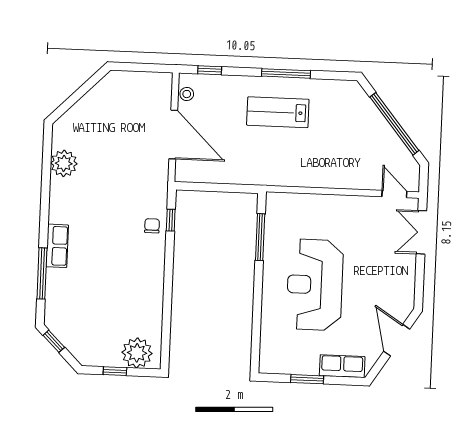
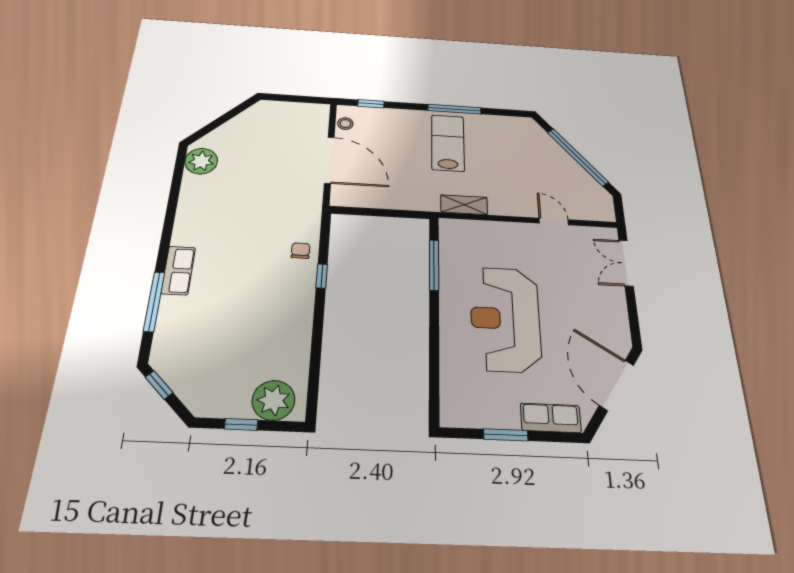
lab bench: (278, 112) -> (448, 143), turned 90
plant: (64, 163) -> (201, 161), moved
shelving: (288, 178) -> (464, 205), added
door: (394, 194) -> (554, 221), moved
window: (171, 220) -> (322, 276), moved
door: (397, 340) -> (617, 385), width x1.36

